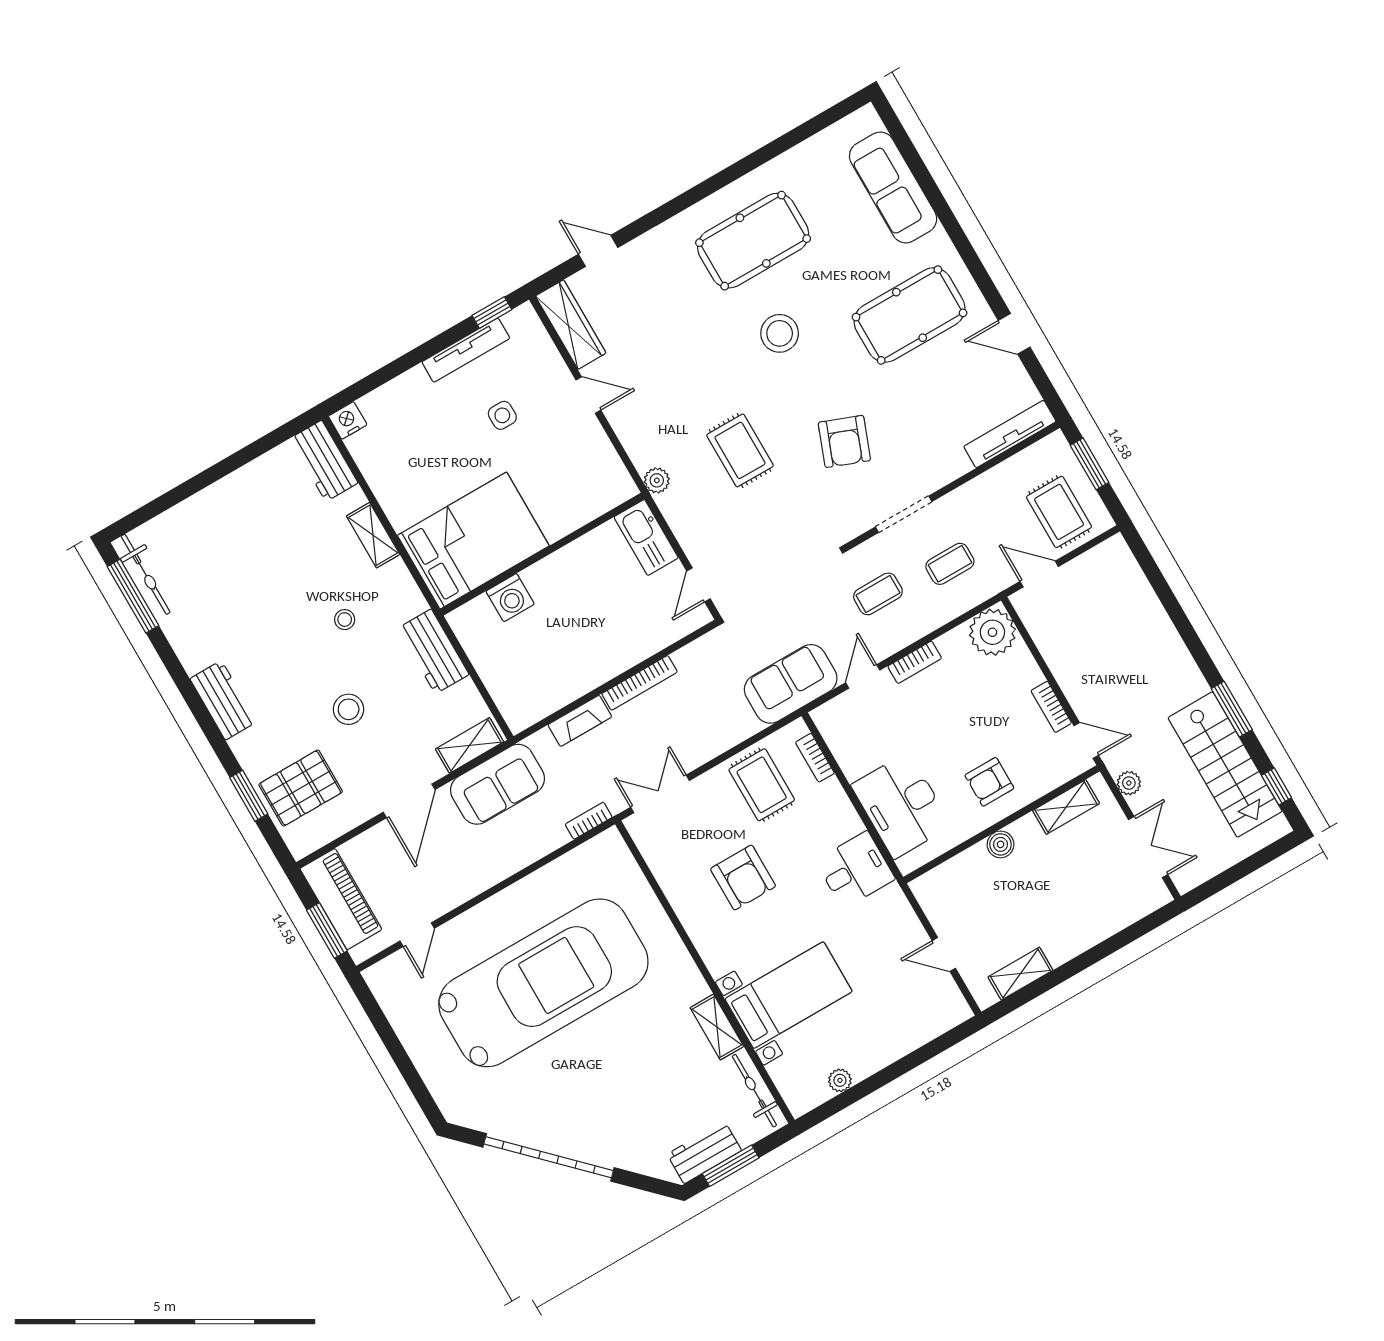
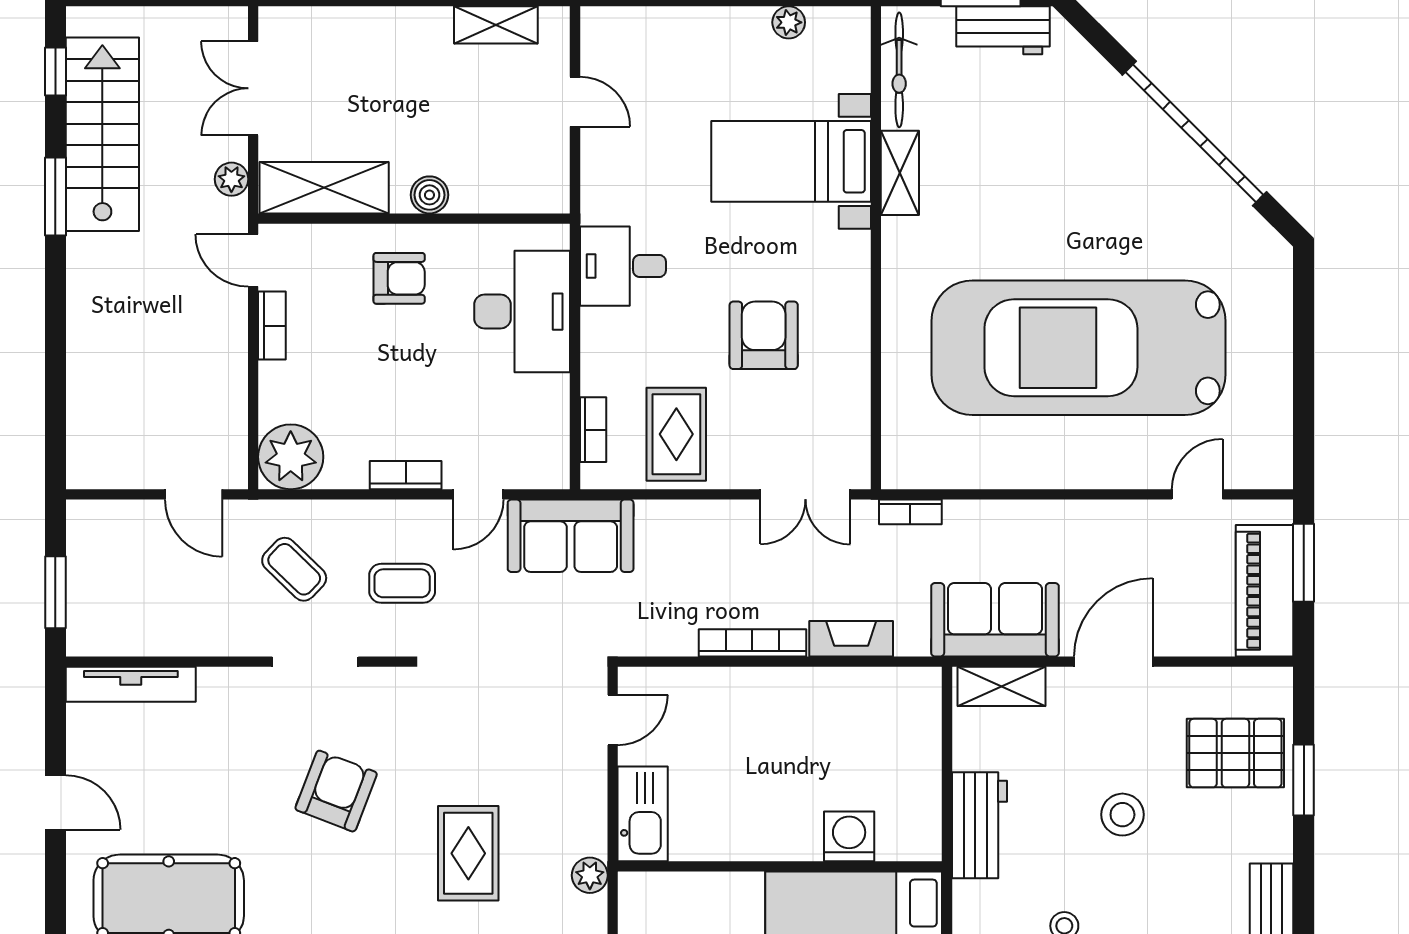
rug: (1059, 512) -> (126, 556), removed
coffee table: (950, 564) -> (294, 569), turned 44
shelving: (1066, 807) -> (324, 188), width x1.50, depth x1.33

